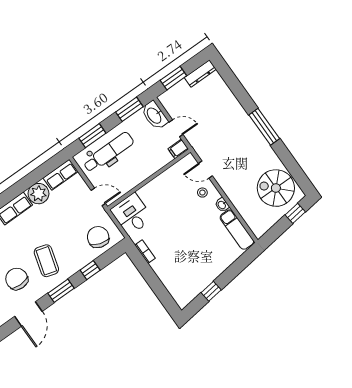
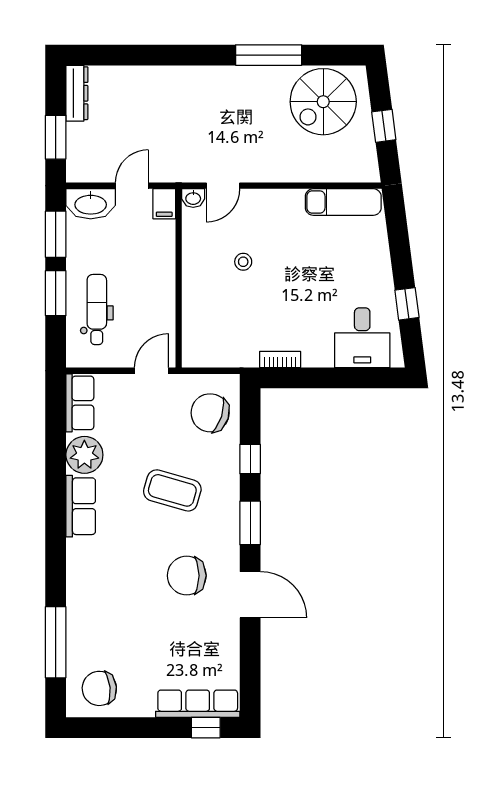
window: (264, 127) -> (269, 55), moved
window: (92, 136) -> (56, 293), moved
dental chair: (108, 152) -> (97, 309), width x0.73, depth x0.72
stool: (202, 193) -> (243, 262), moved
washbasin: (222, 205) -> (193, 198), moved
window: (295, 213) -> (384, 126), moved
desk: (132, 214) -> (362, 338), moved, turned -90
coffee table: (46, 261) -> (172, 490), moved

